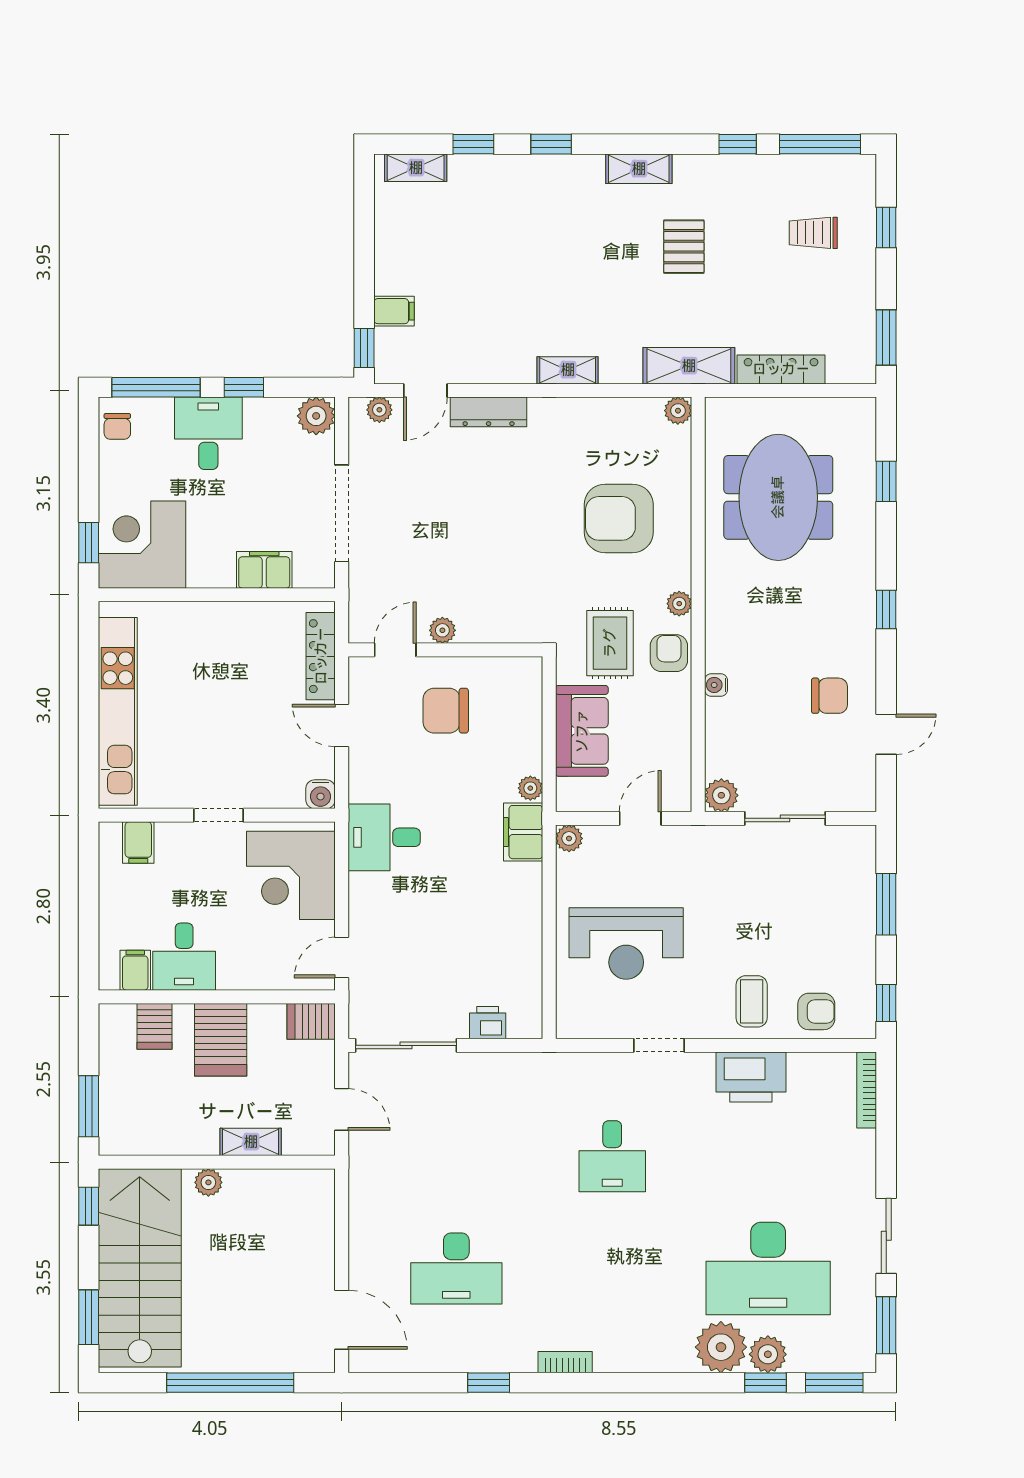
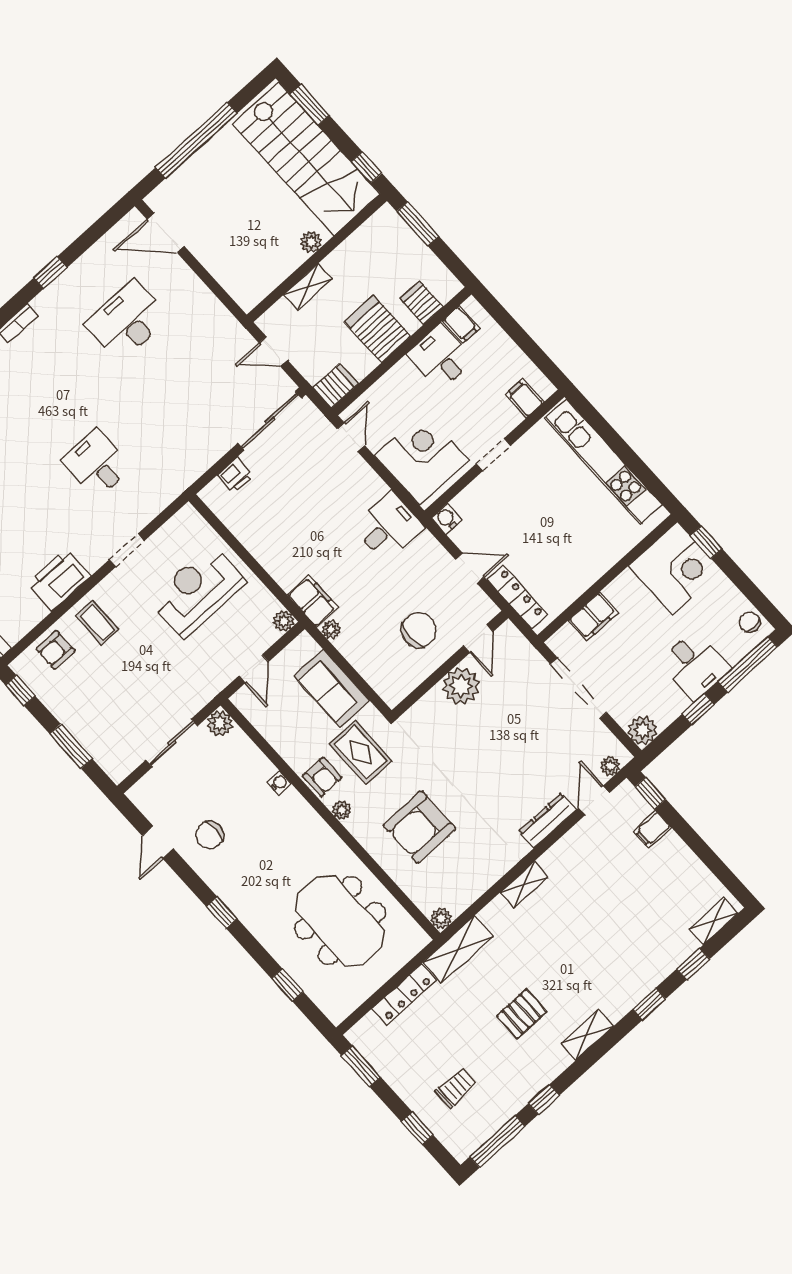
pallet: (684, 247) -> (522, 1014), turned 90
armchair: (619, 518) -> (419, 827), turned 180
plant: (442, 630) -> (461, 686), width x1.88, depth x1.88

